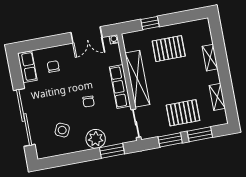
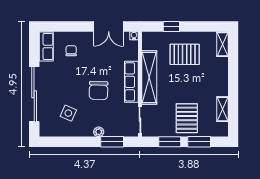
shelving: (210, 58) -> (222, 44), moved
chair: (88, 102) -> (99, 91), width x1.87, depth x1.87
pallet: (183, 113) -> (187, 118), turned 90
plant: (96, 139) -> (99, 132), width x0.53, depth x0.53

